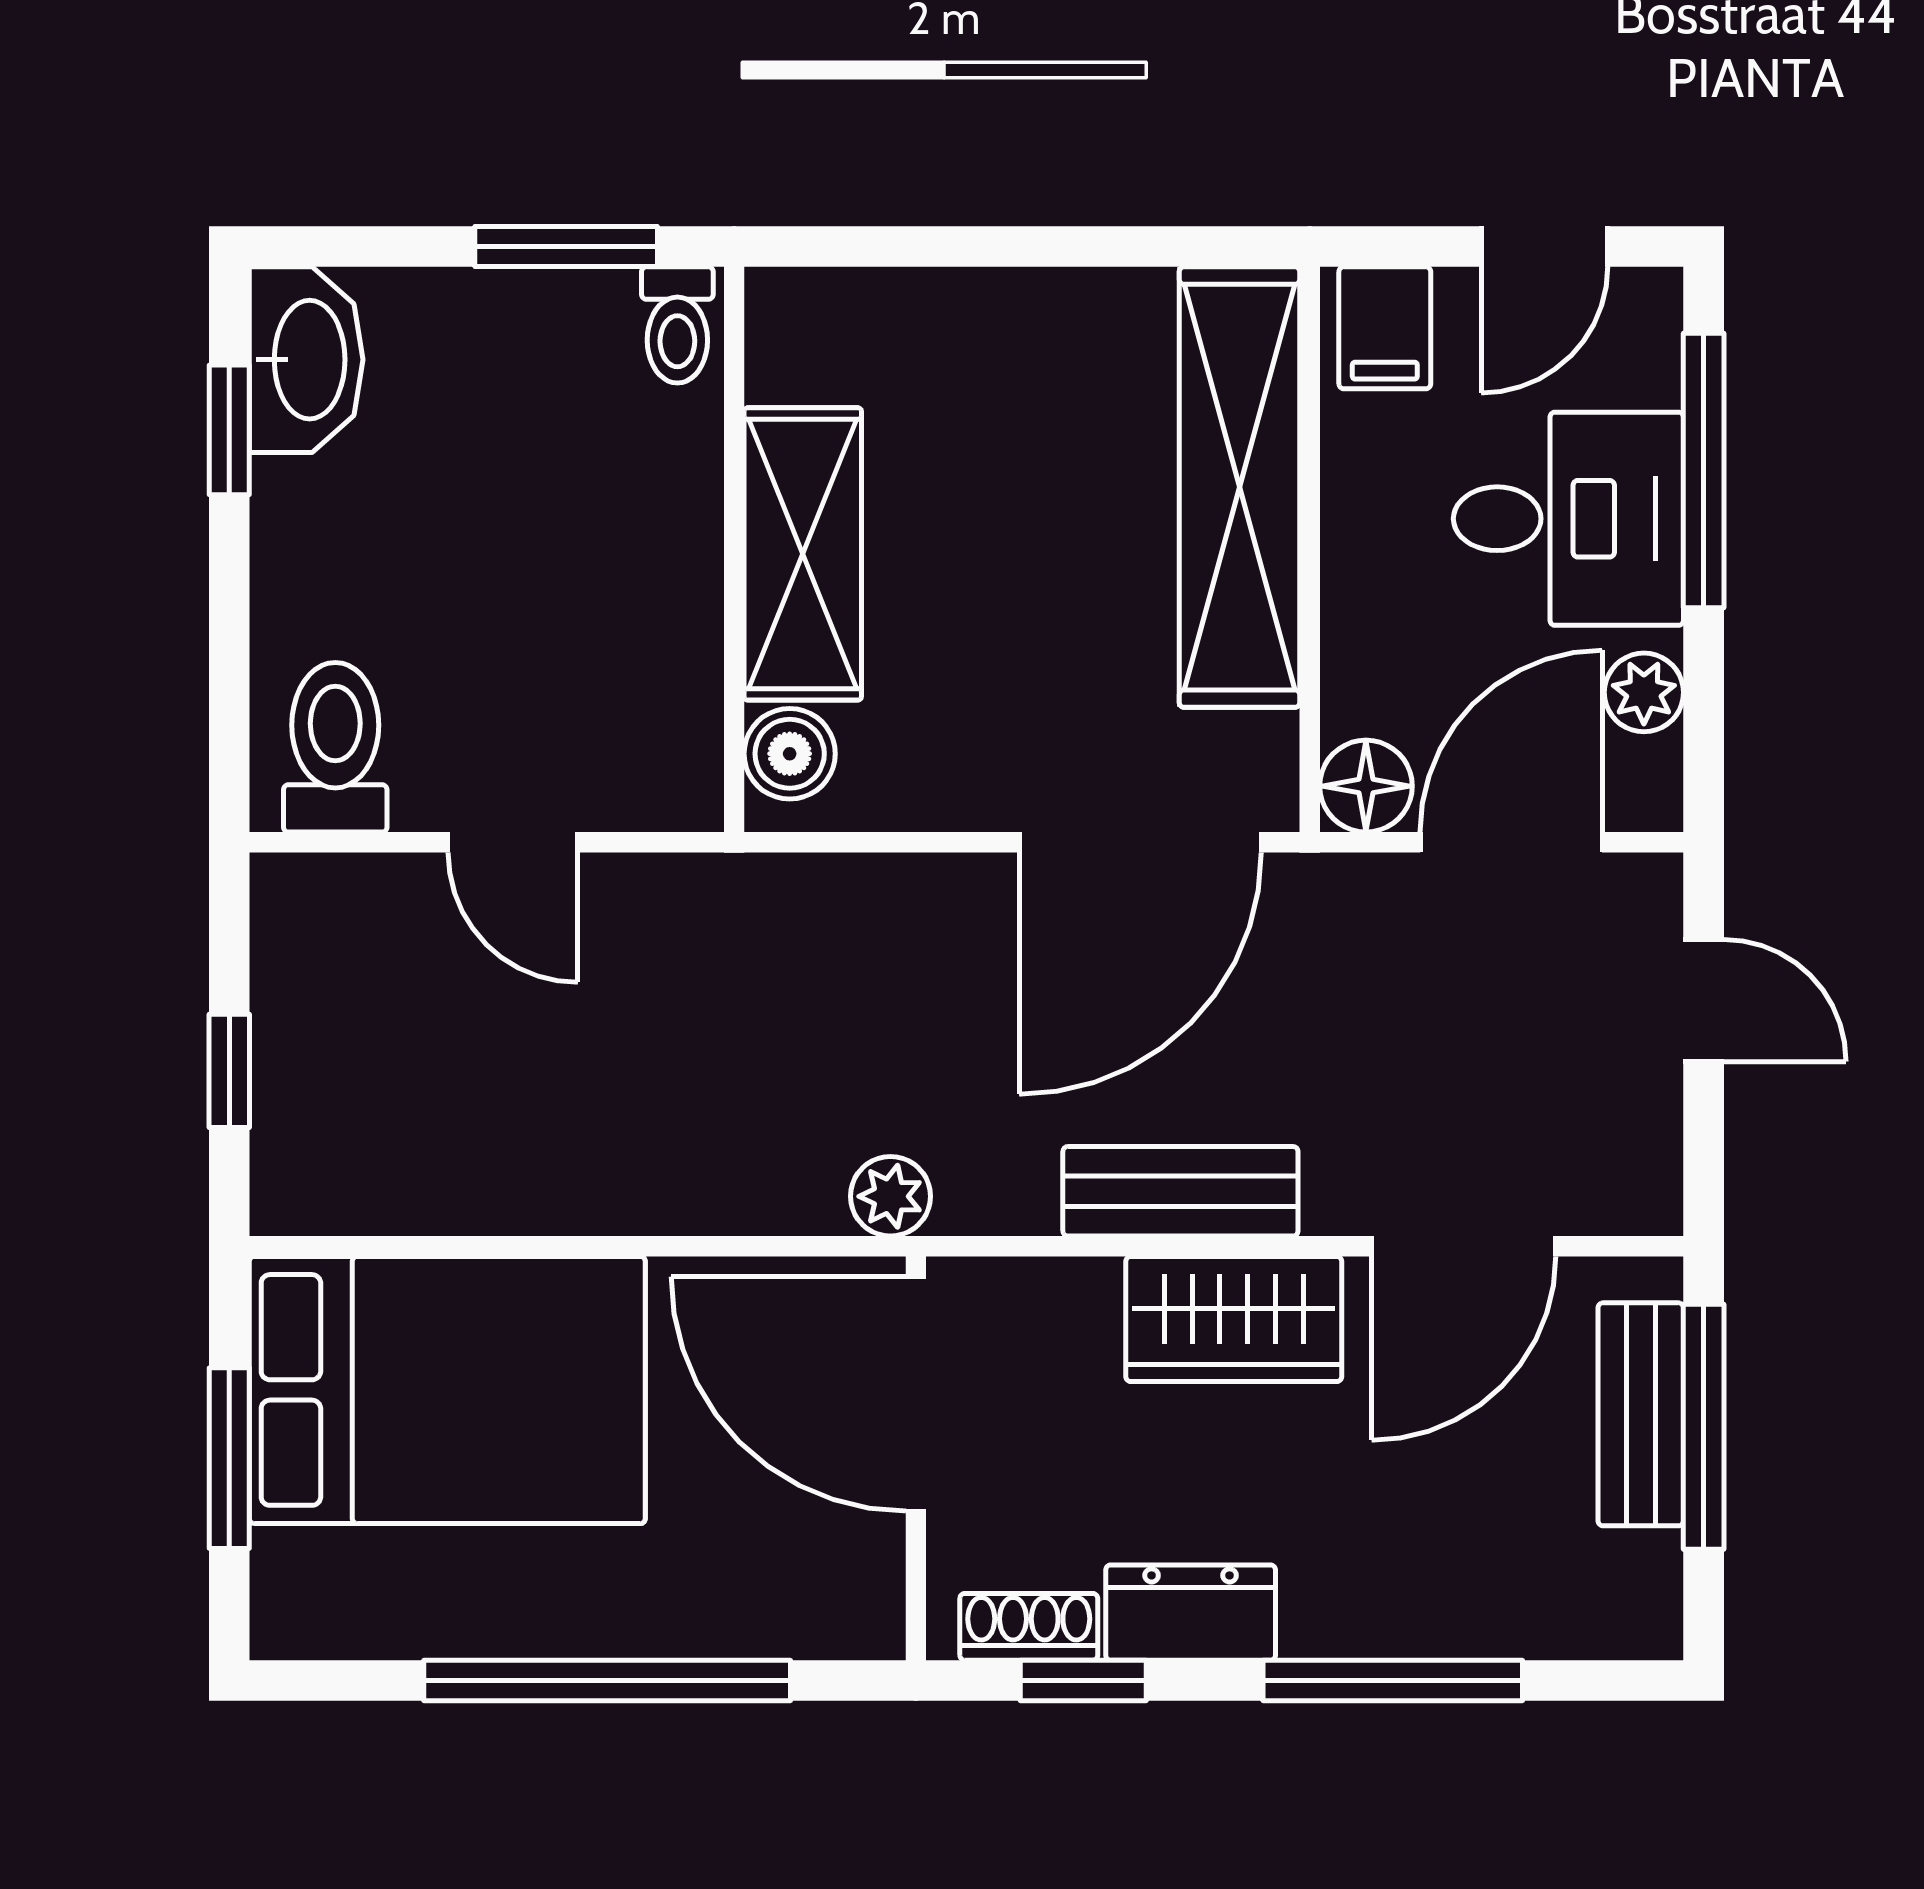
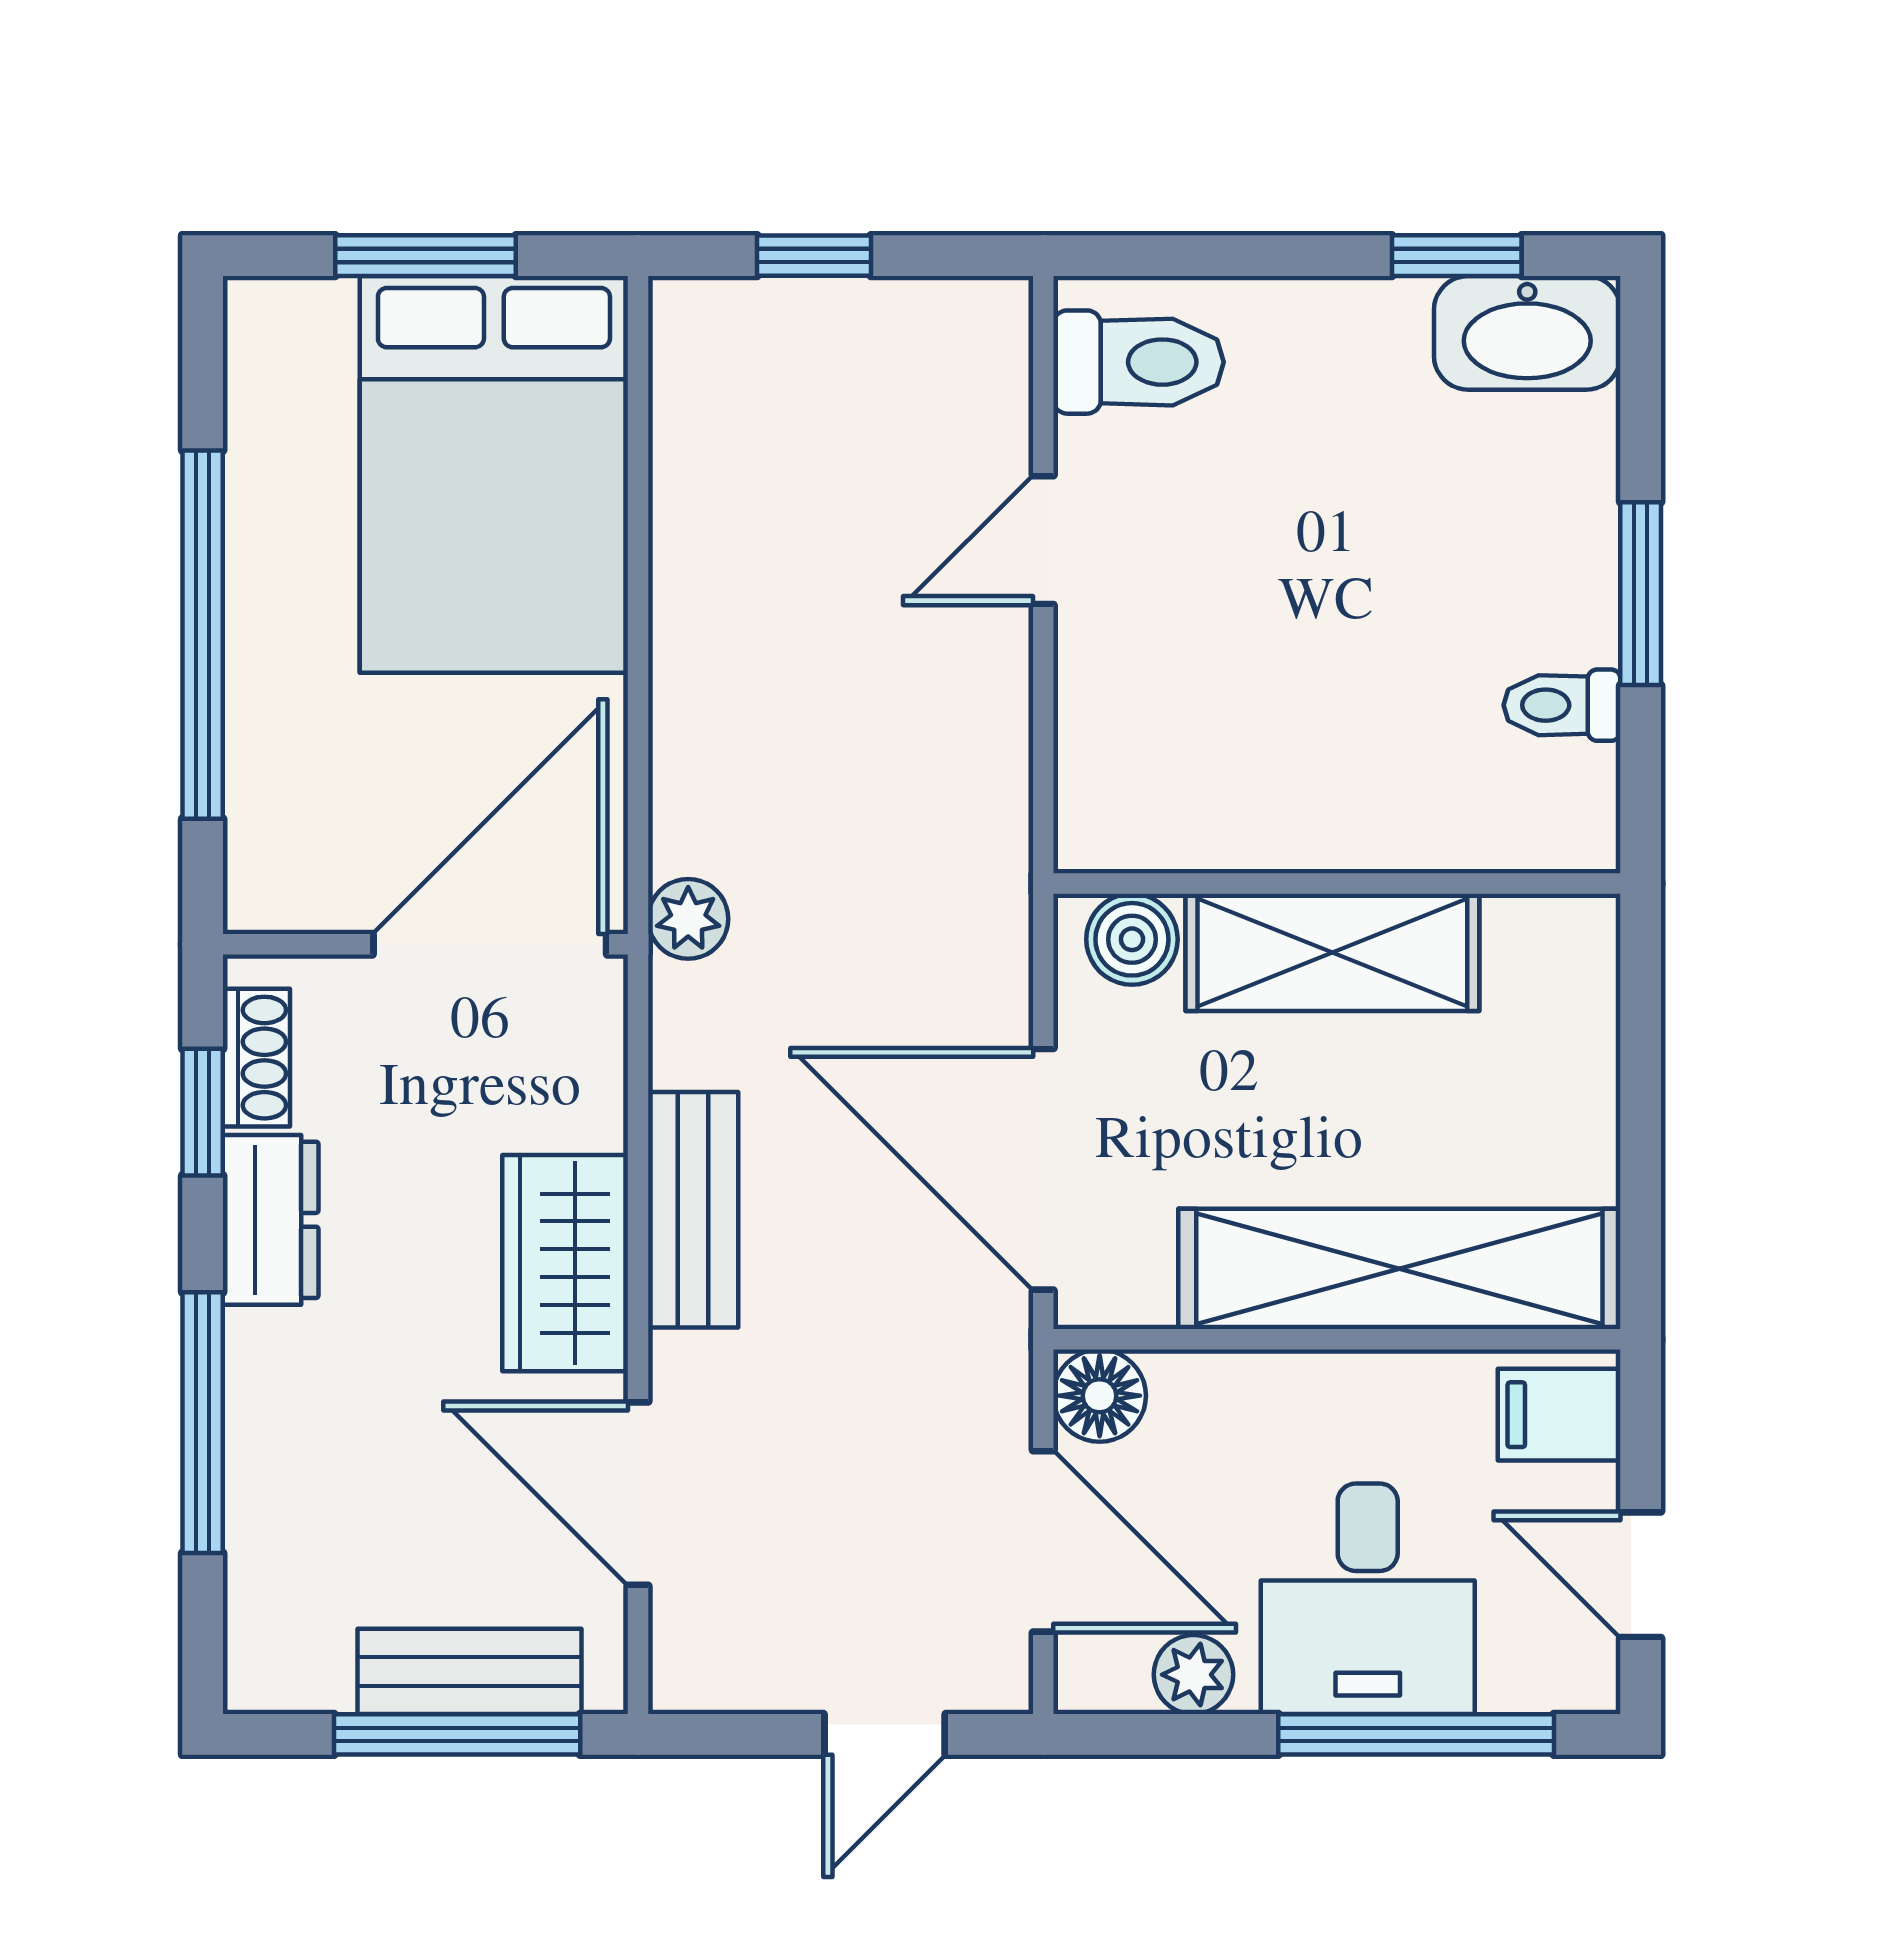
wall: (734, 549) -> (1337, 884), moved
shelving: (803, 554) -> (1332, 952), moved
boiler: (790, 754) -> (1132, 939), moved

